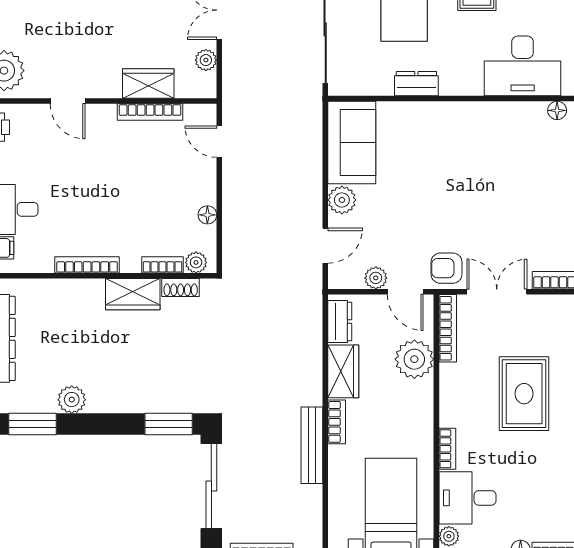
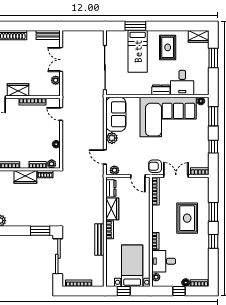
desk: (523, 66) -> (182, 83), width x0.73
wardrobe: (148, 84) -> (18, 90), moved
dresser: (416, 84) -> (161, 90), moved
corner sofa: (478, 149) -> (168, 117), added
door: (325, 246) -> (105, 157), swing flipped
plant: (376, 278) -> (114, 170), moved
plant: (414, 359) -> (142, 204), removed

